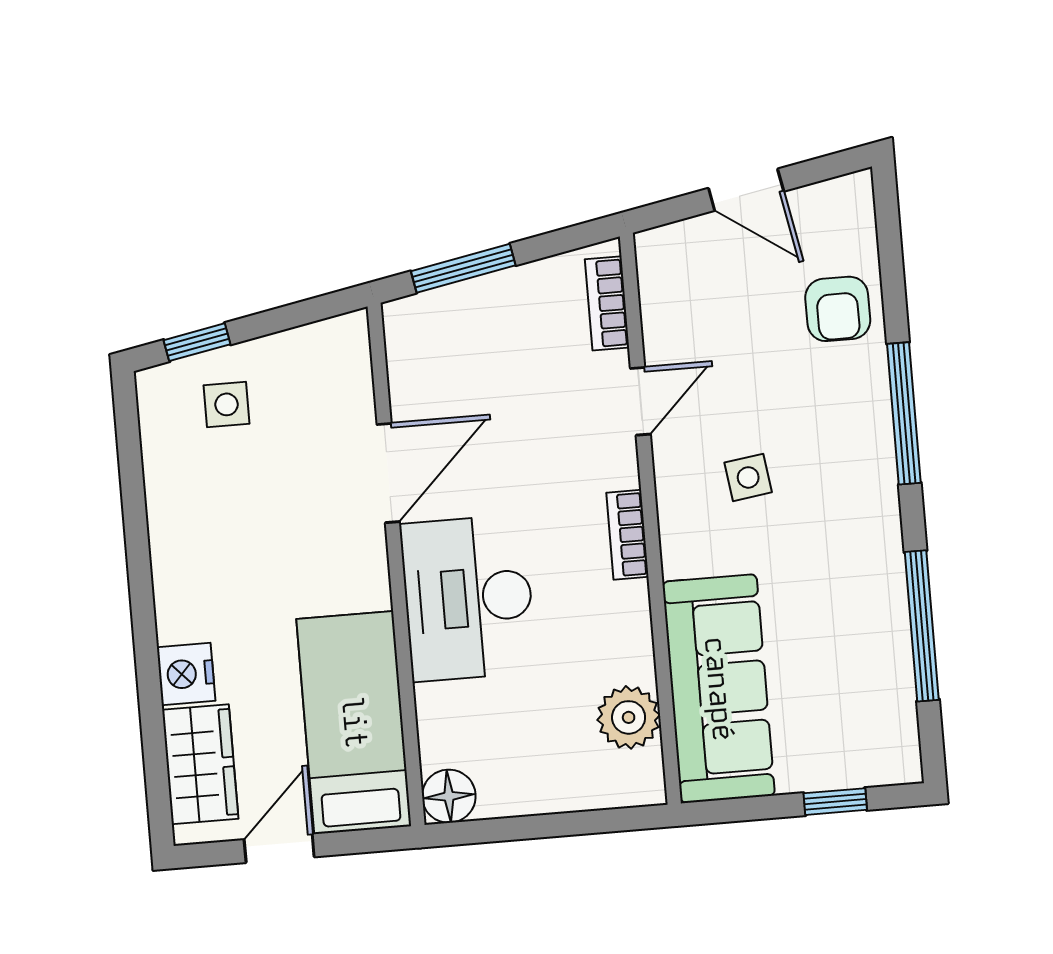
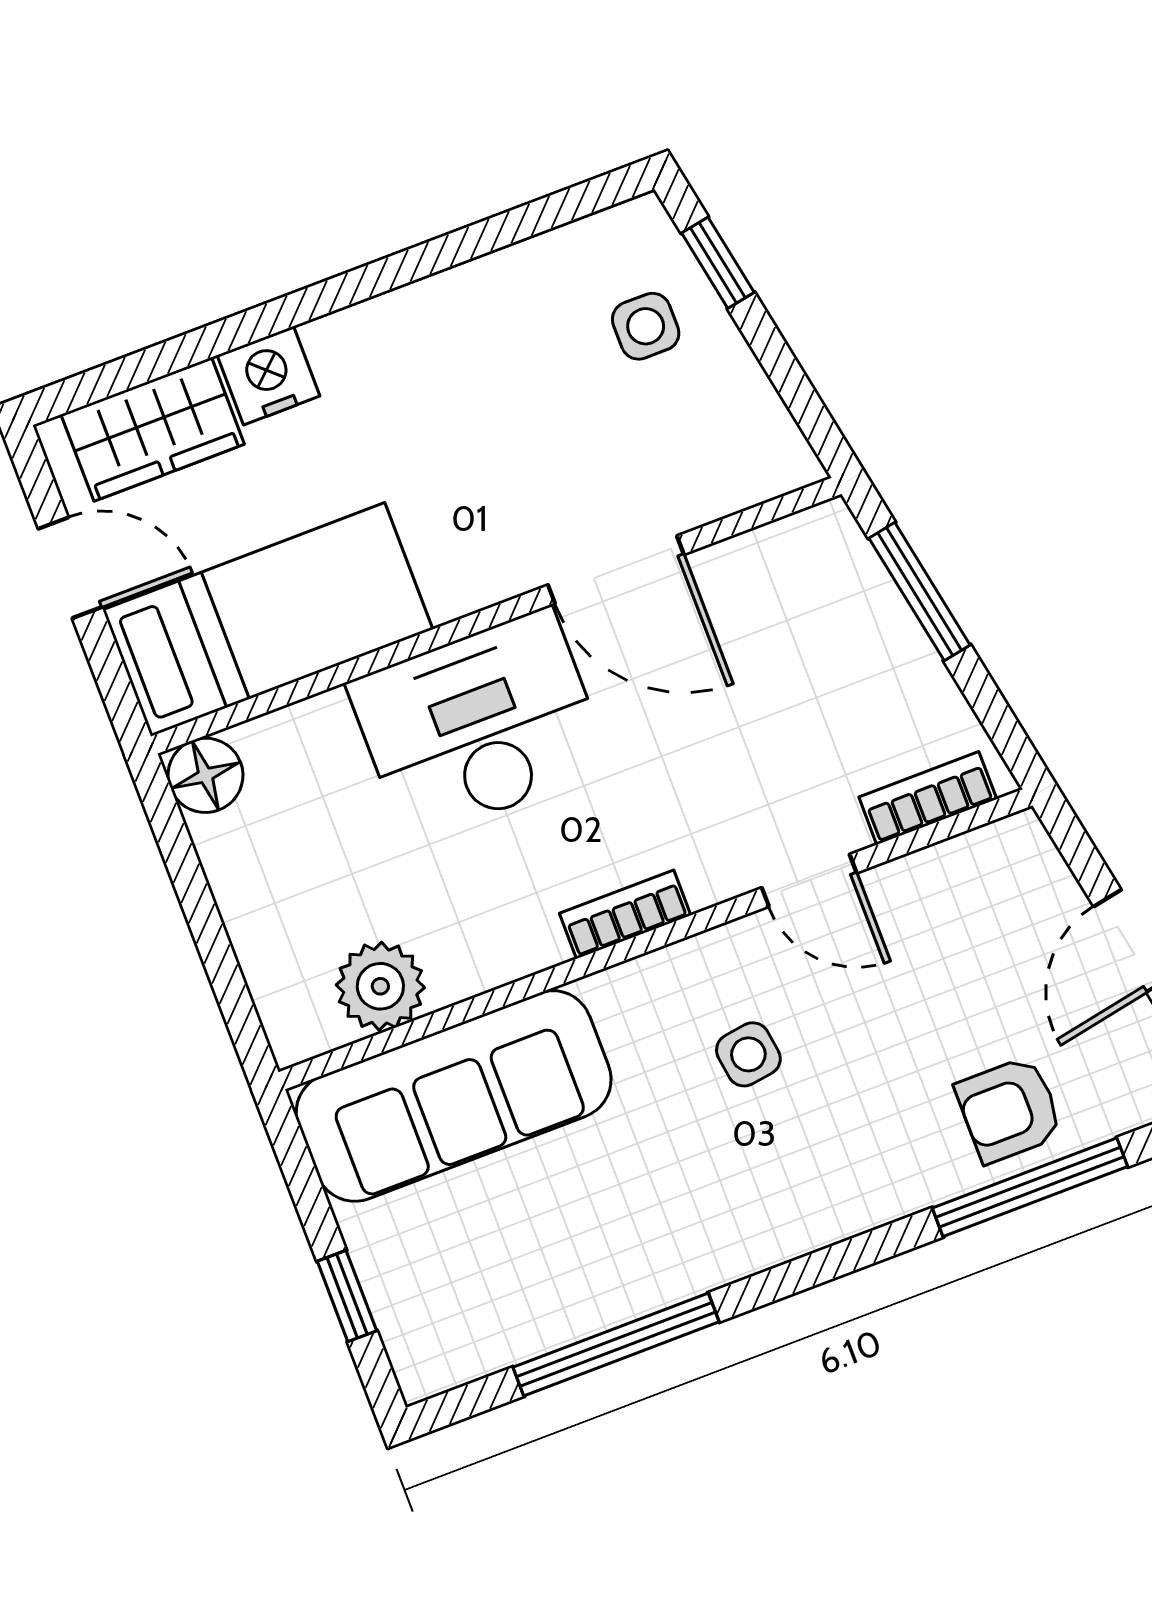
window: (904, 413) -> (1030, 1187), moved

